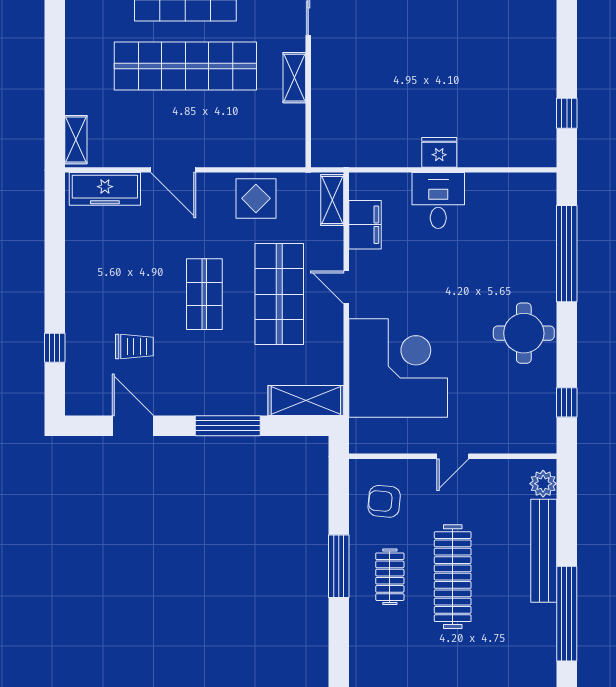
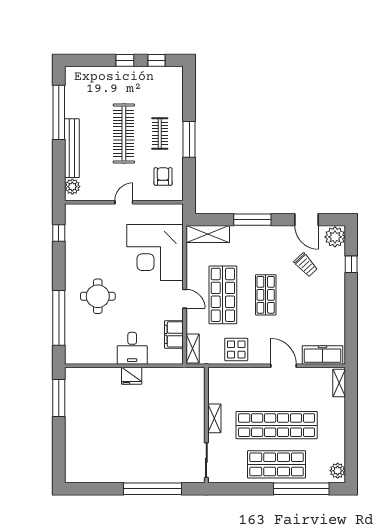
window: (567, 113) -> (59, 398), width x2.17
round table: (524, 333) -> (98, 296), moved
trolley: (134, 346) -> (306, 265), turned -133
plant: (83, 396) -> (335, 237), added
armchair: (384, 501) -> (163, 176), turned -95

